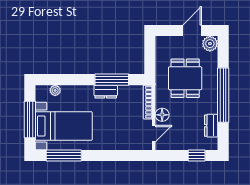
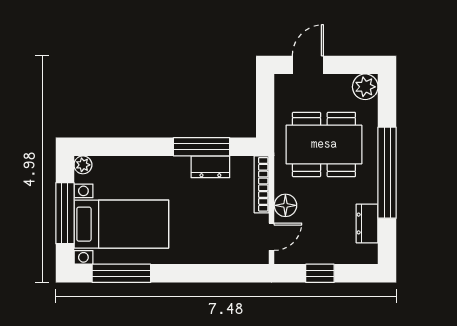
door: (192, 30) -> (308, 65), moved
dining table: (185, 78) -> (324, 144), width x1.38
plant: (55, 90) -> (83, 165), moved
dresser: (106, 92) -> (210, 167), moved
window: (197, 155) -> (320, 273), moved

